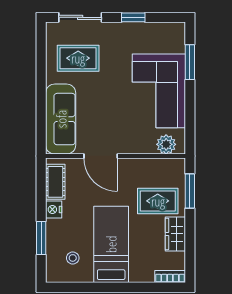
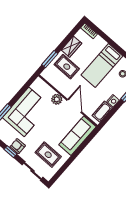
armchair: (130, 34) -> (18, 146), added
plant: (166, 144) -> (57, 99), moved

